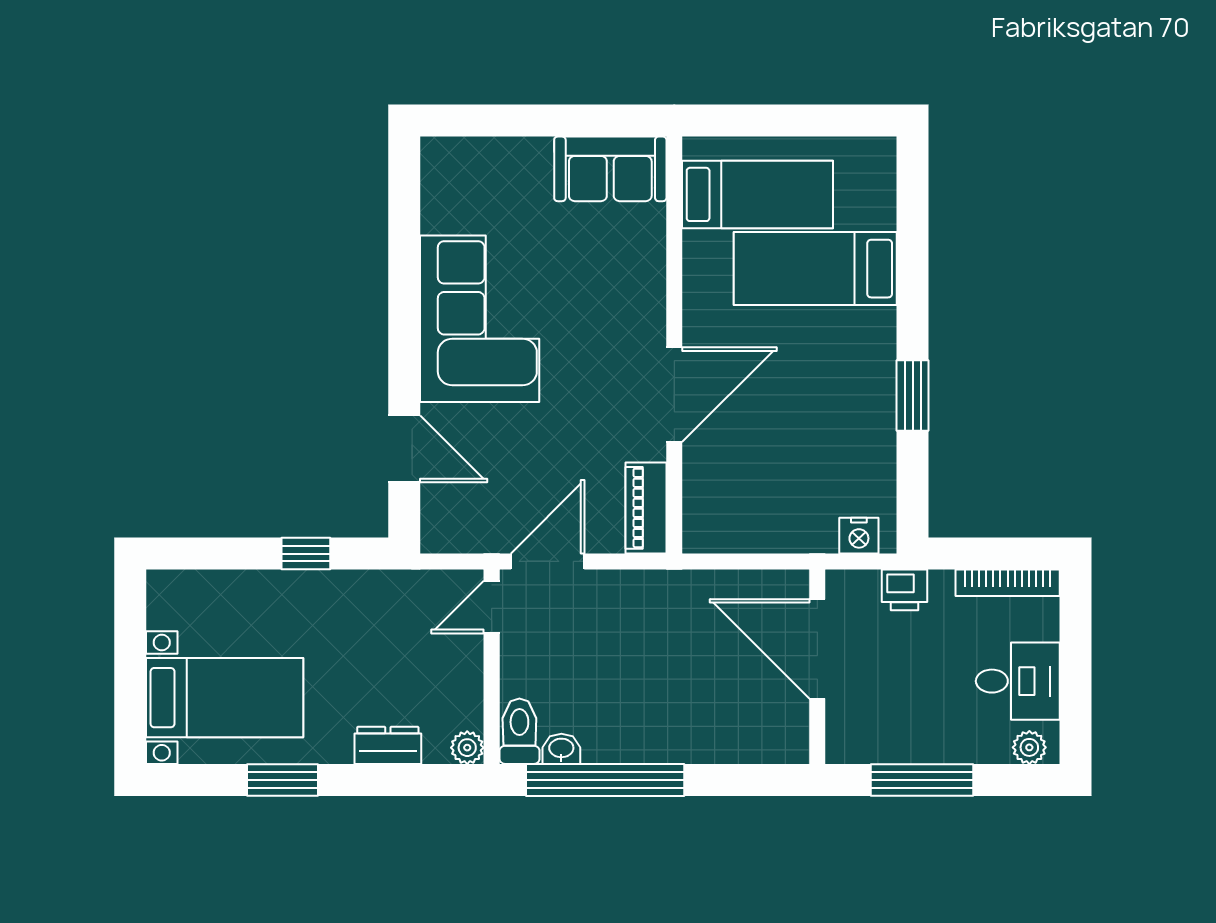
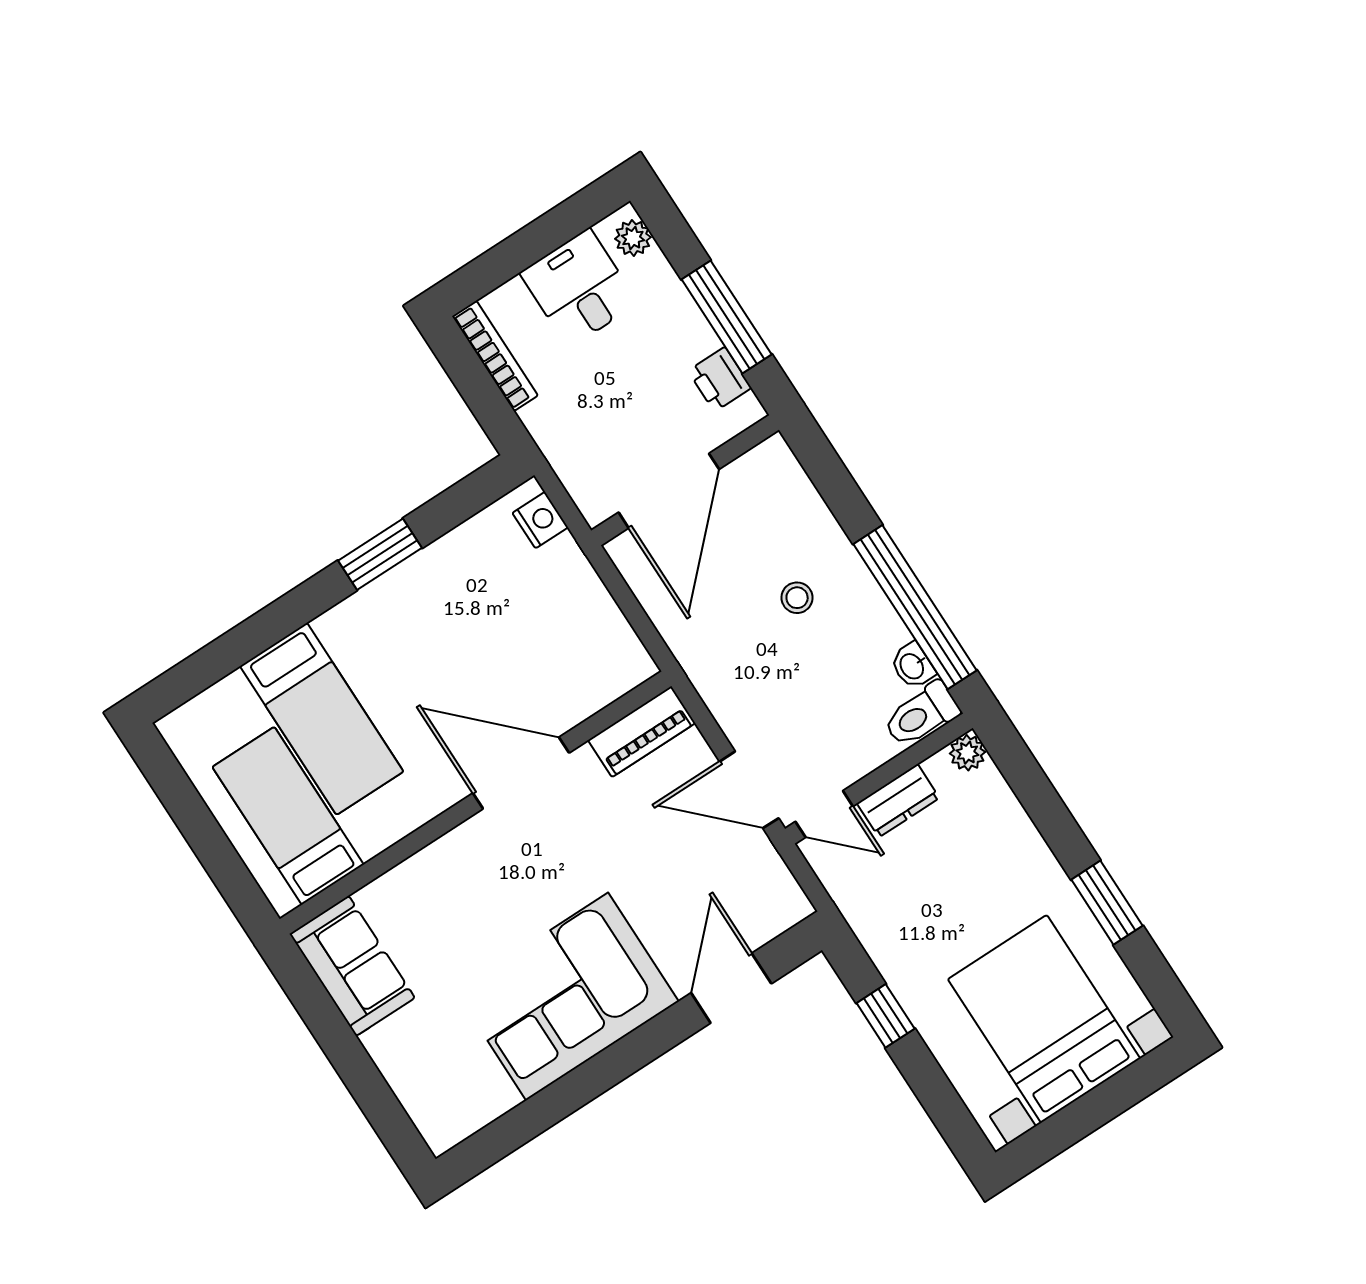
printer: (904, 590) -> (720, 379), moved, turned 180
stool: (671, 694) -> (797, 598), added
bed with nightstands: (225, 698) -> (1044, 1019), width x1.36
dresser: (388, 745) -> (898, 801), moved, turned -90

